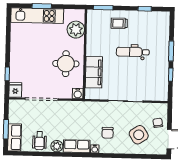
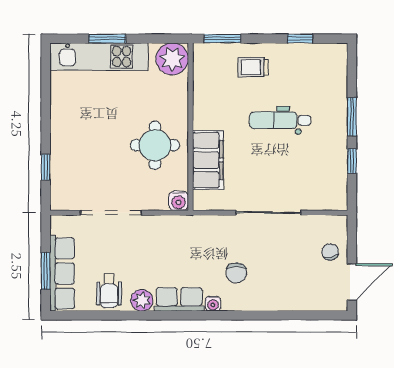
plant: (76, 30) -> (172, 59), moved
fridge: (15, 90) -> (61, 197), removed
side table: (139, 135) -> (295, 275), removed
row of seats: (14, 137) -> (62, 274), width x1.48

